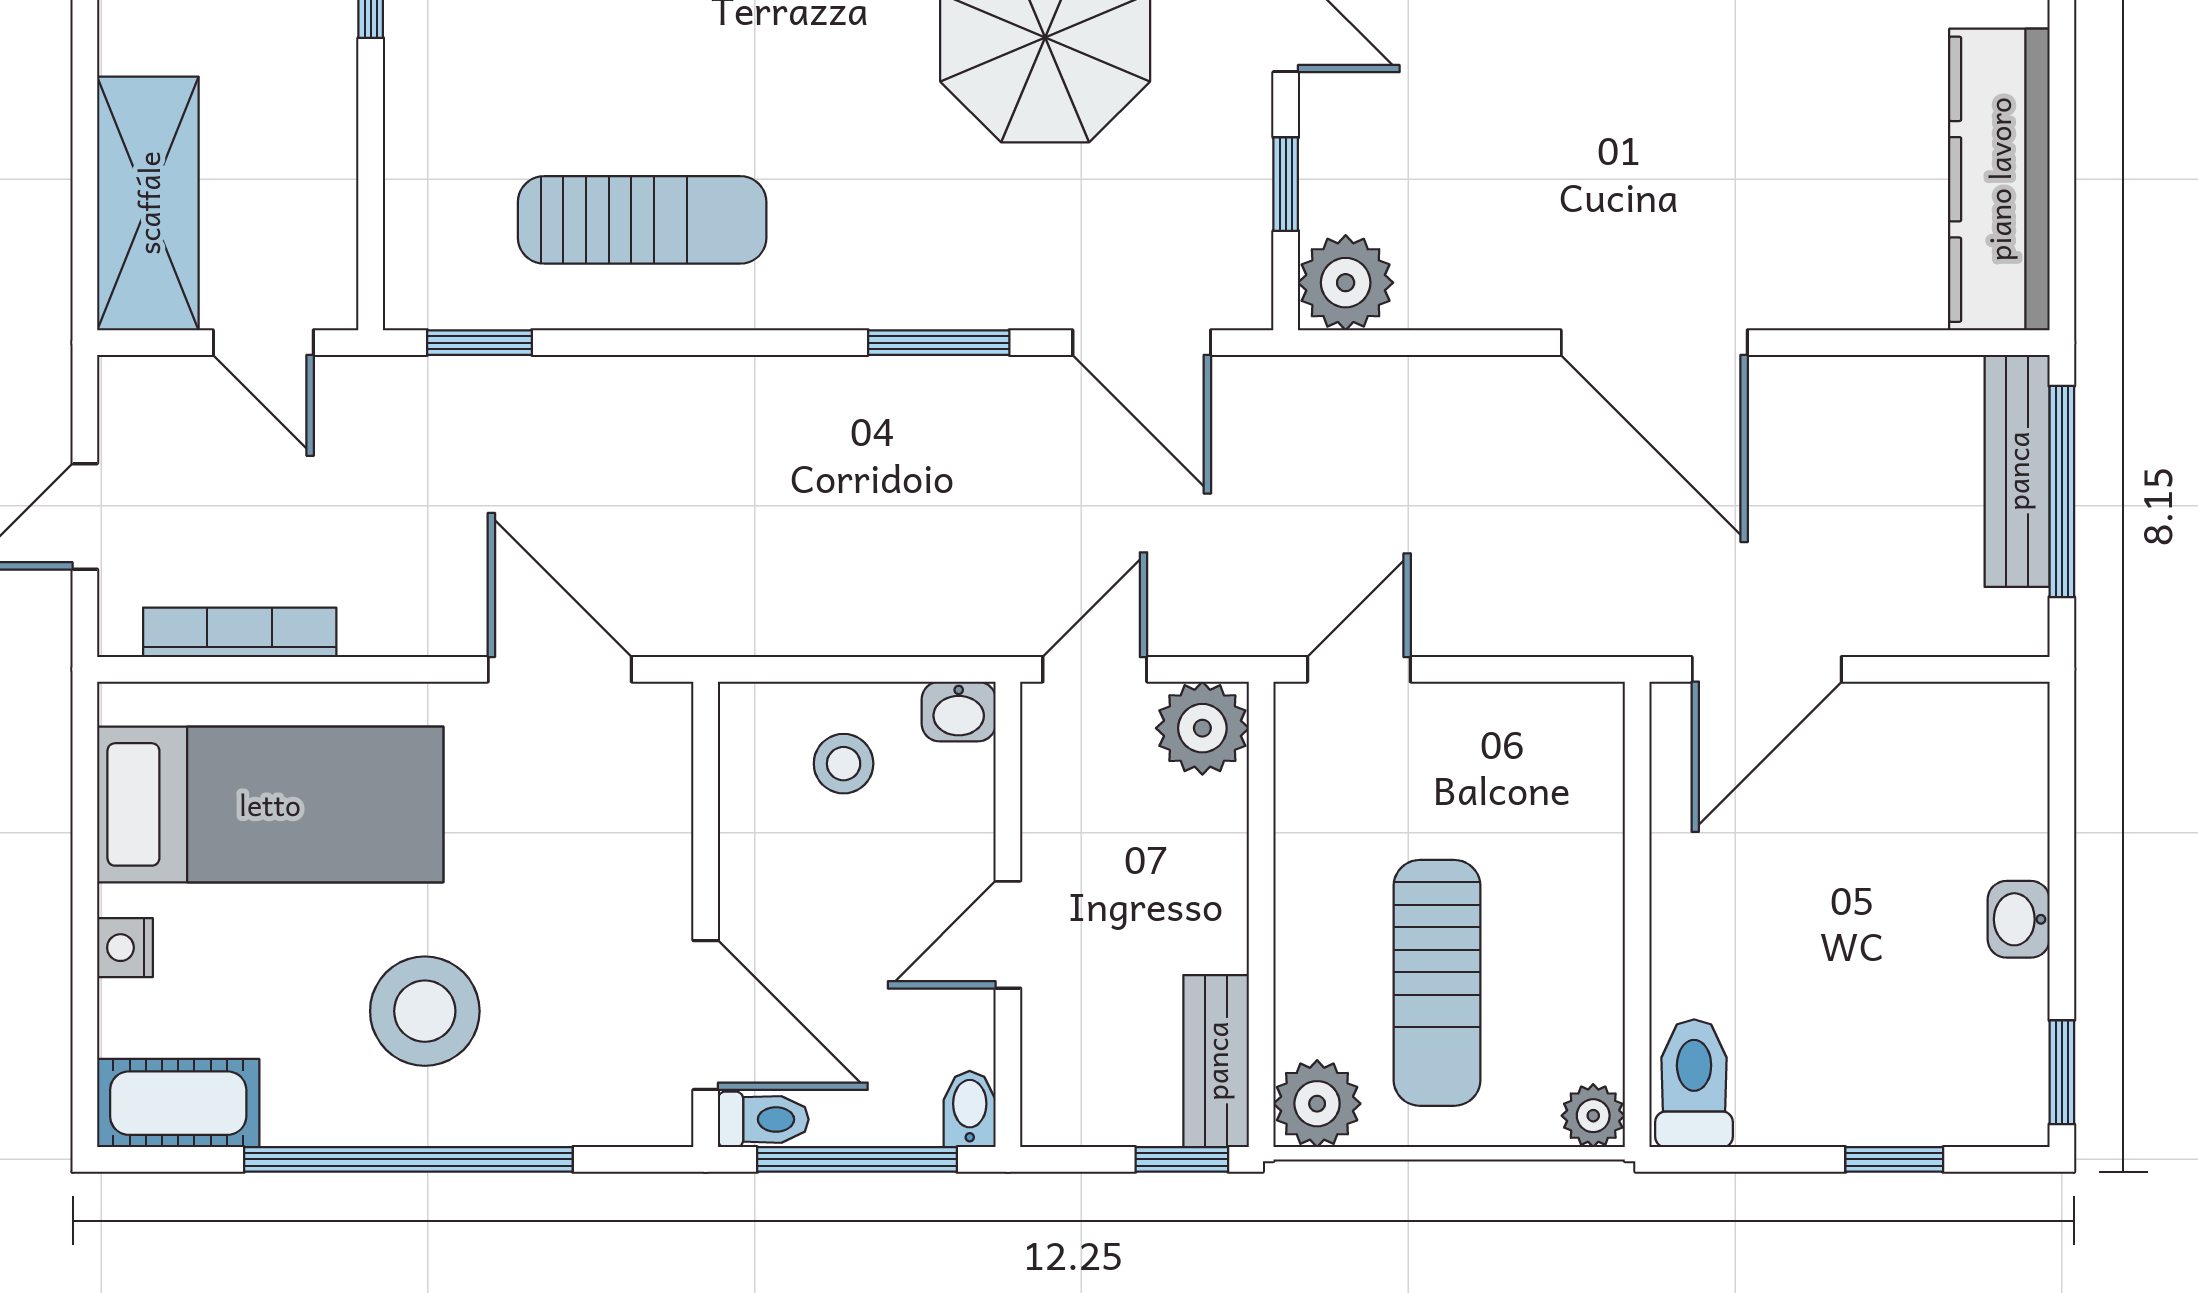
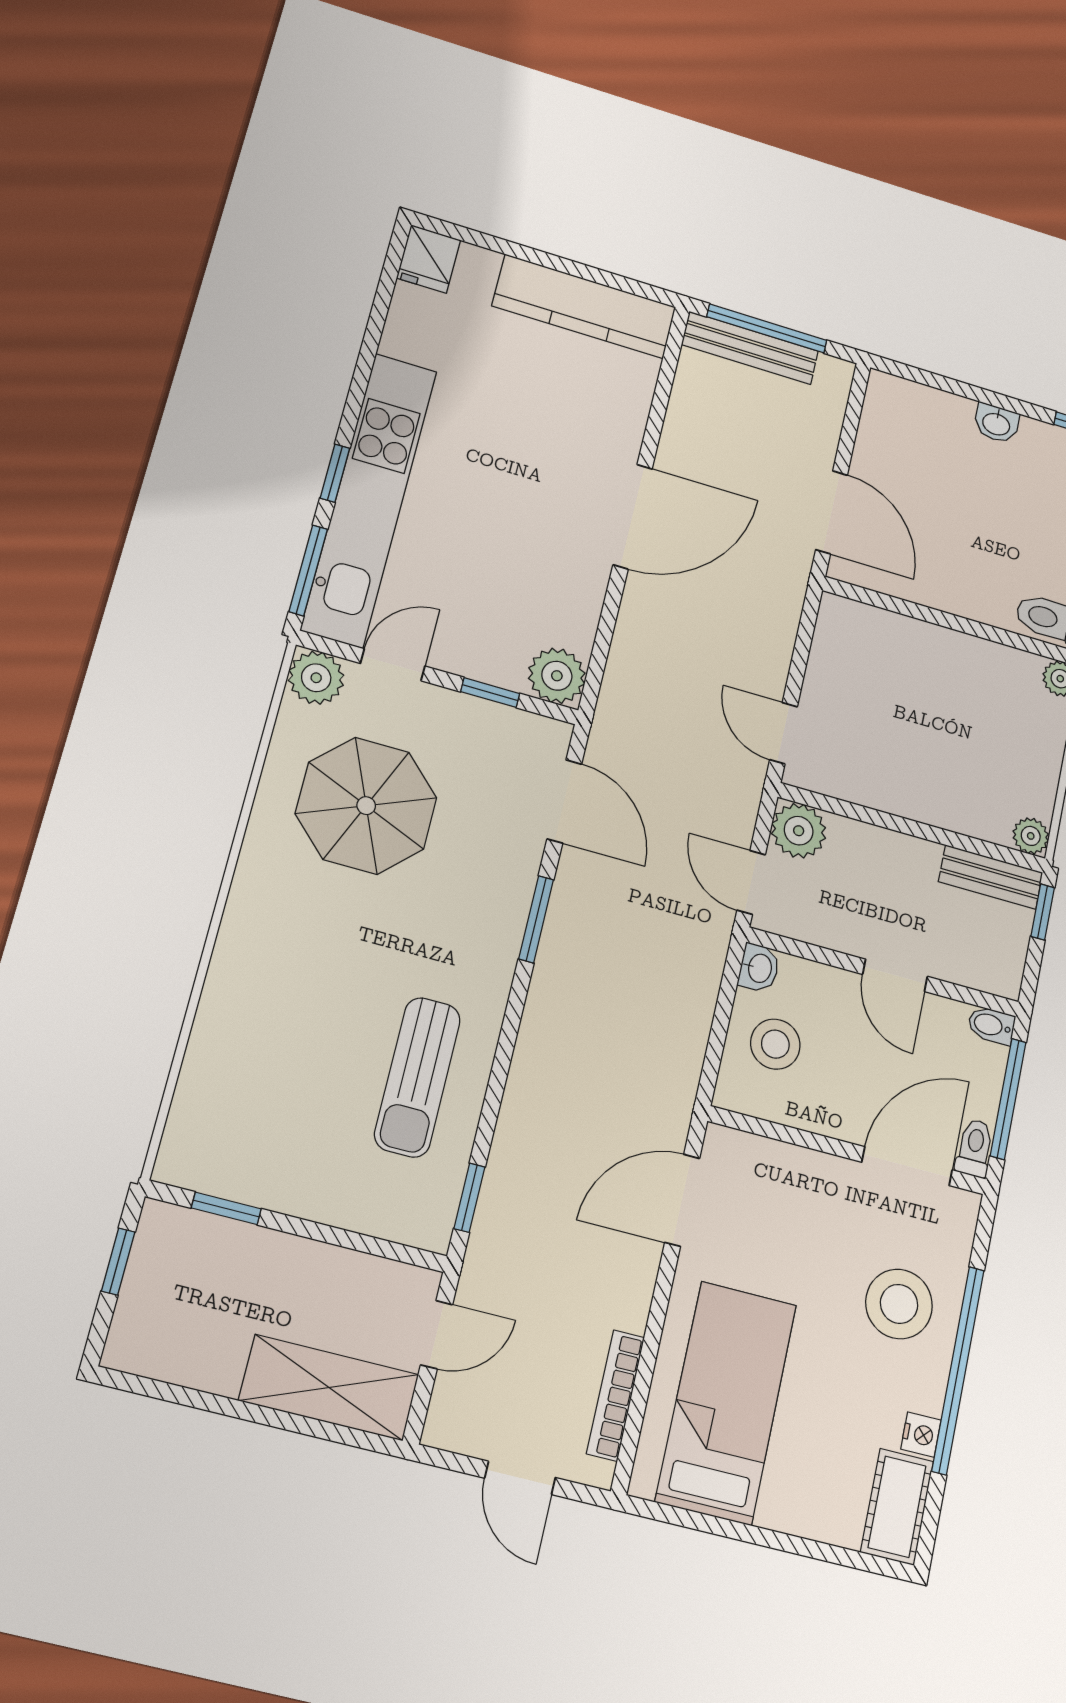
sun lounger: (642, 220) -> (417, 1077), turned 180
door: (1142, 343) -> (564, 801), hinge flipped
stool: (844, 764) -> (775, 1044), width x1.37, depth x1.37
nightstand: (125, 948) -> (921, 1435), moved, turned -90
sun lounger: (1437, 983) -> (970, 742), removed
stool: (425, 1011) -> (899, 1304), moved
plant: (1317, 1104) -> (1031, 836), width x0.73, depth x0.73

